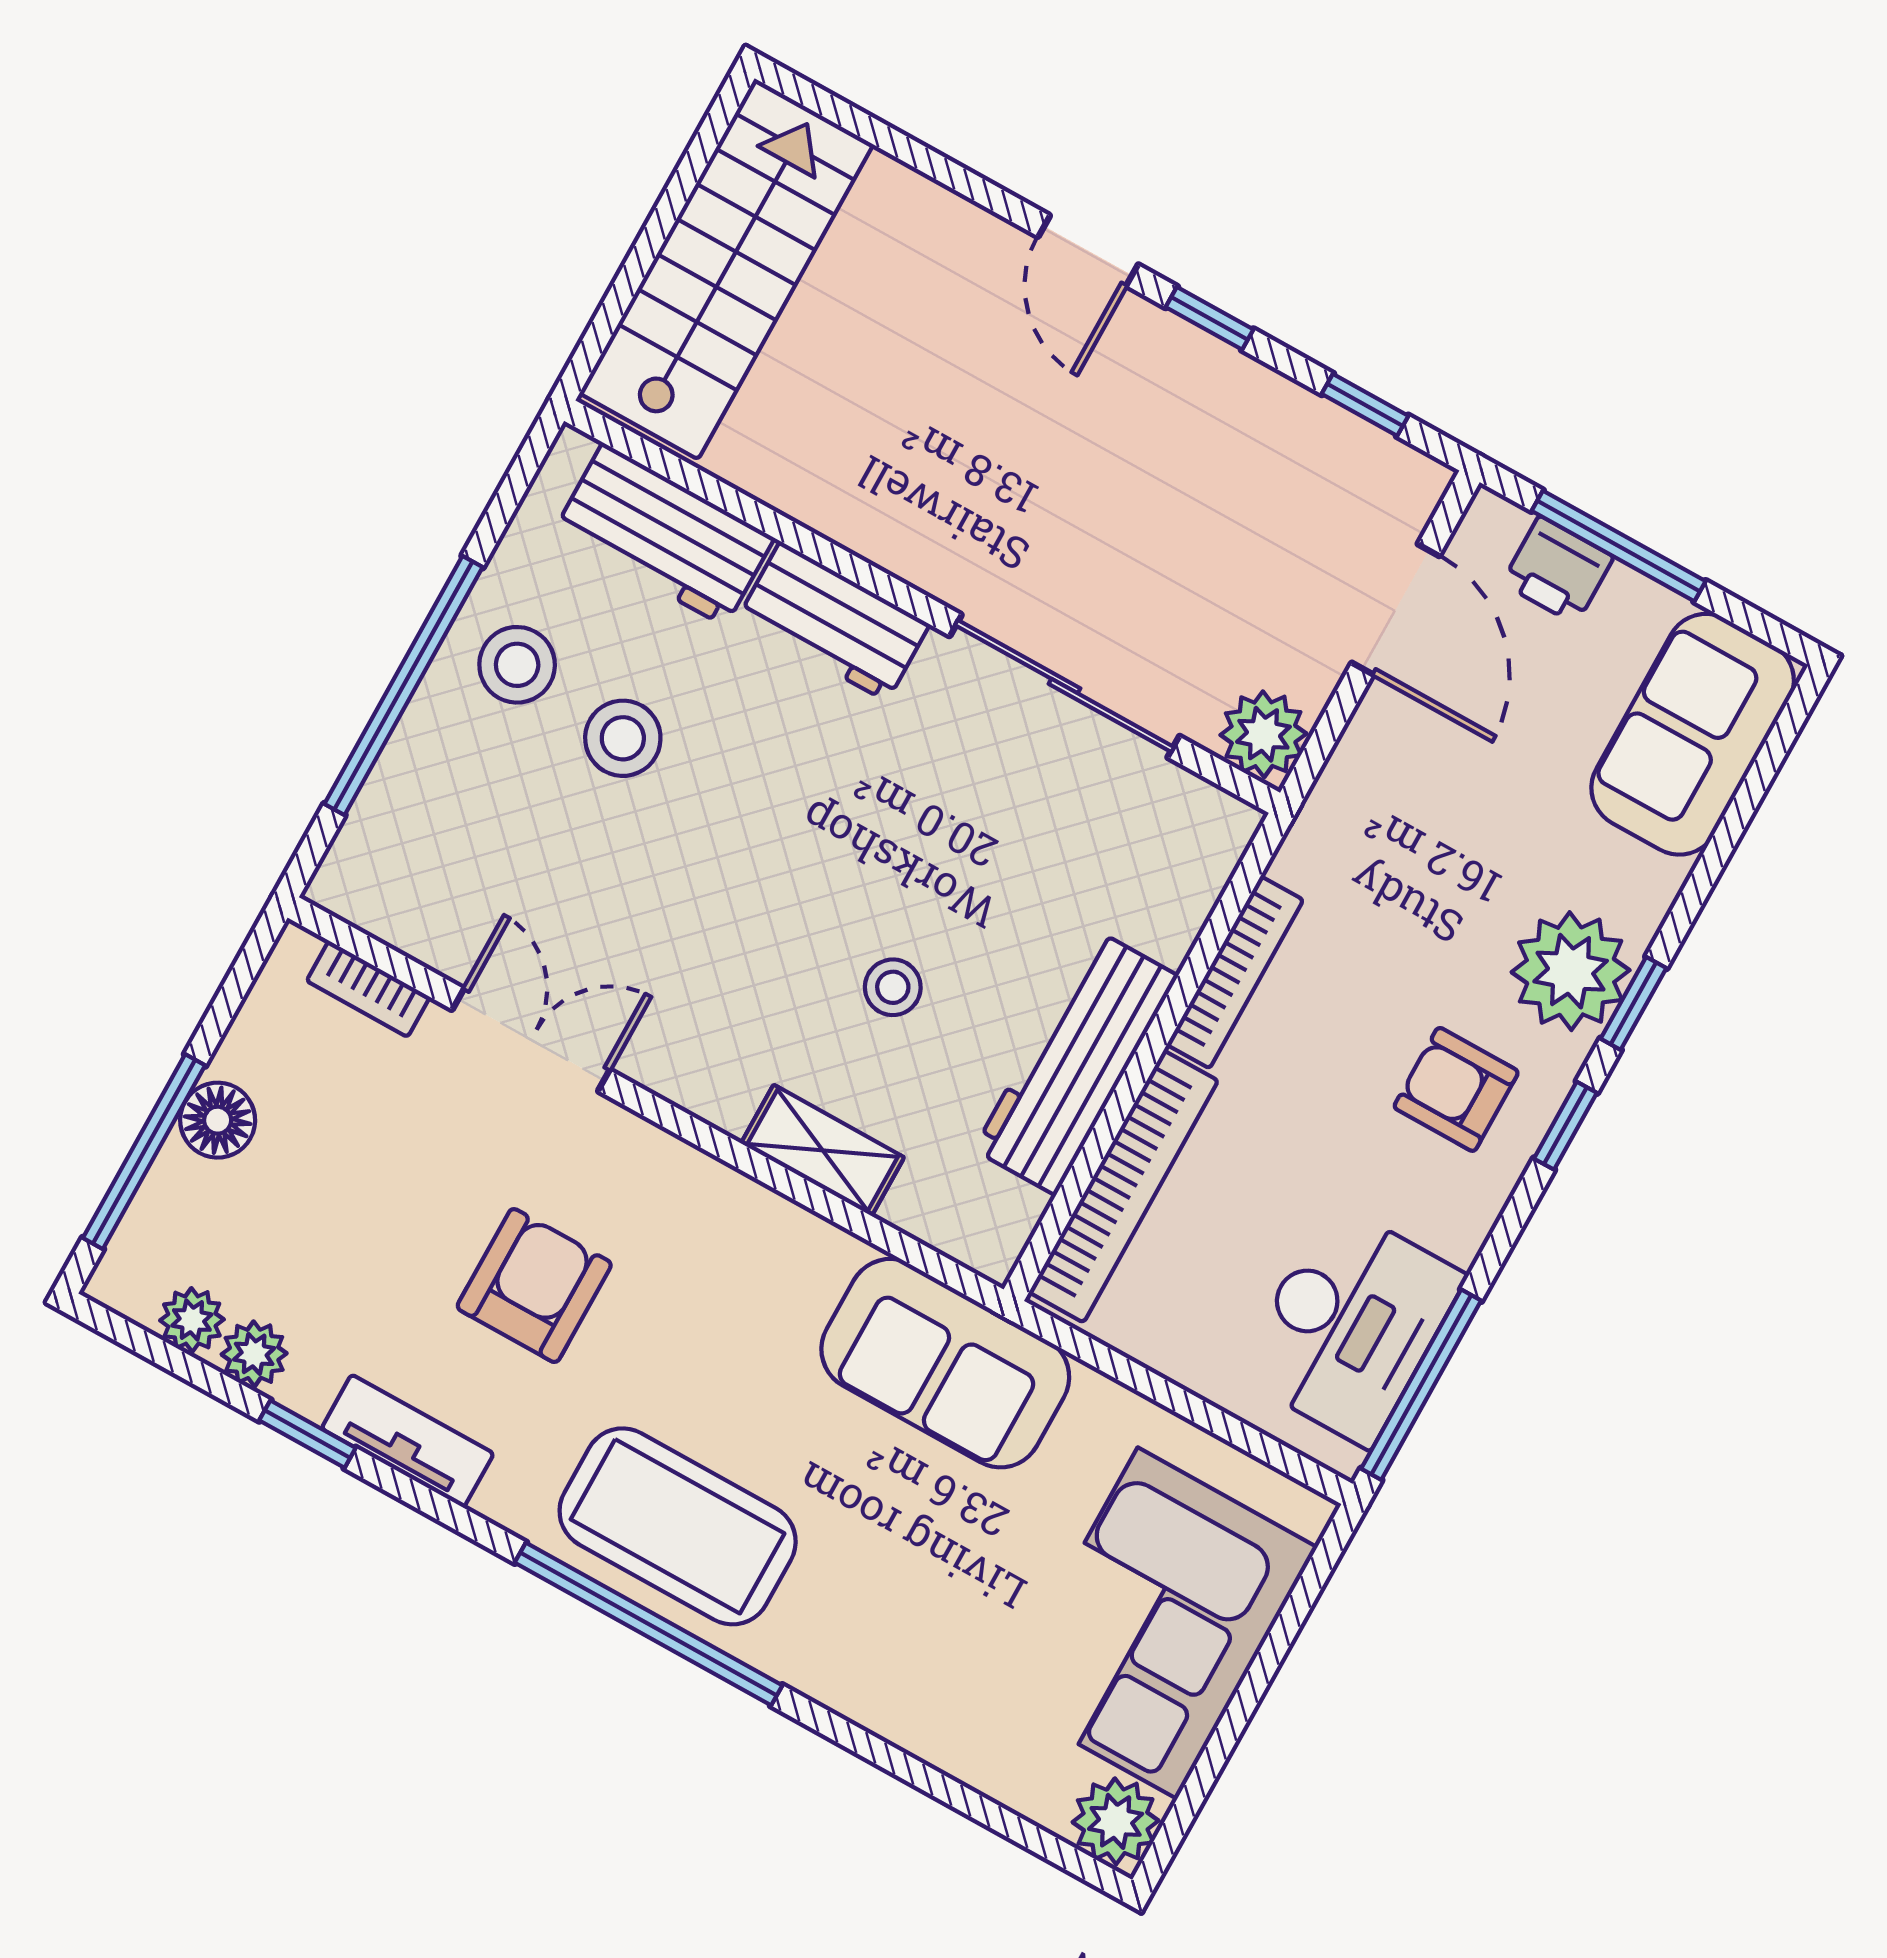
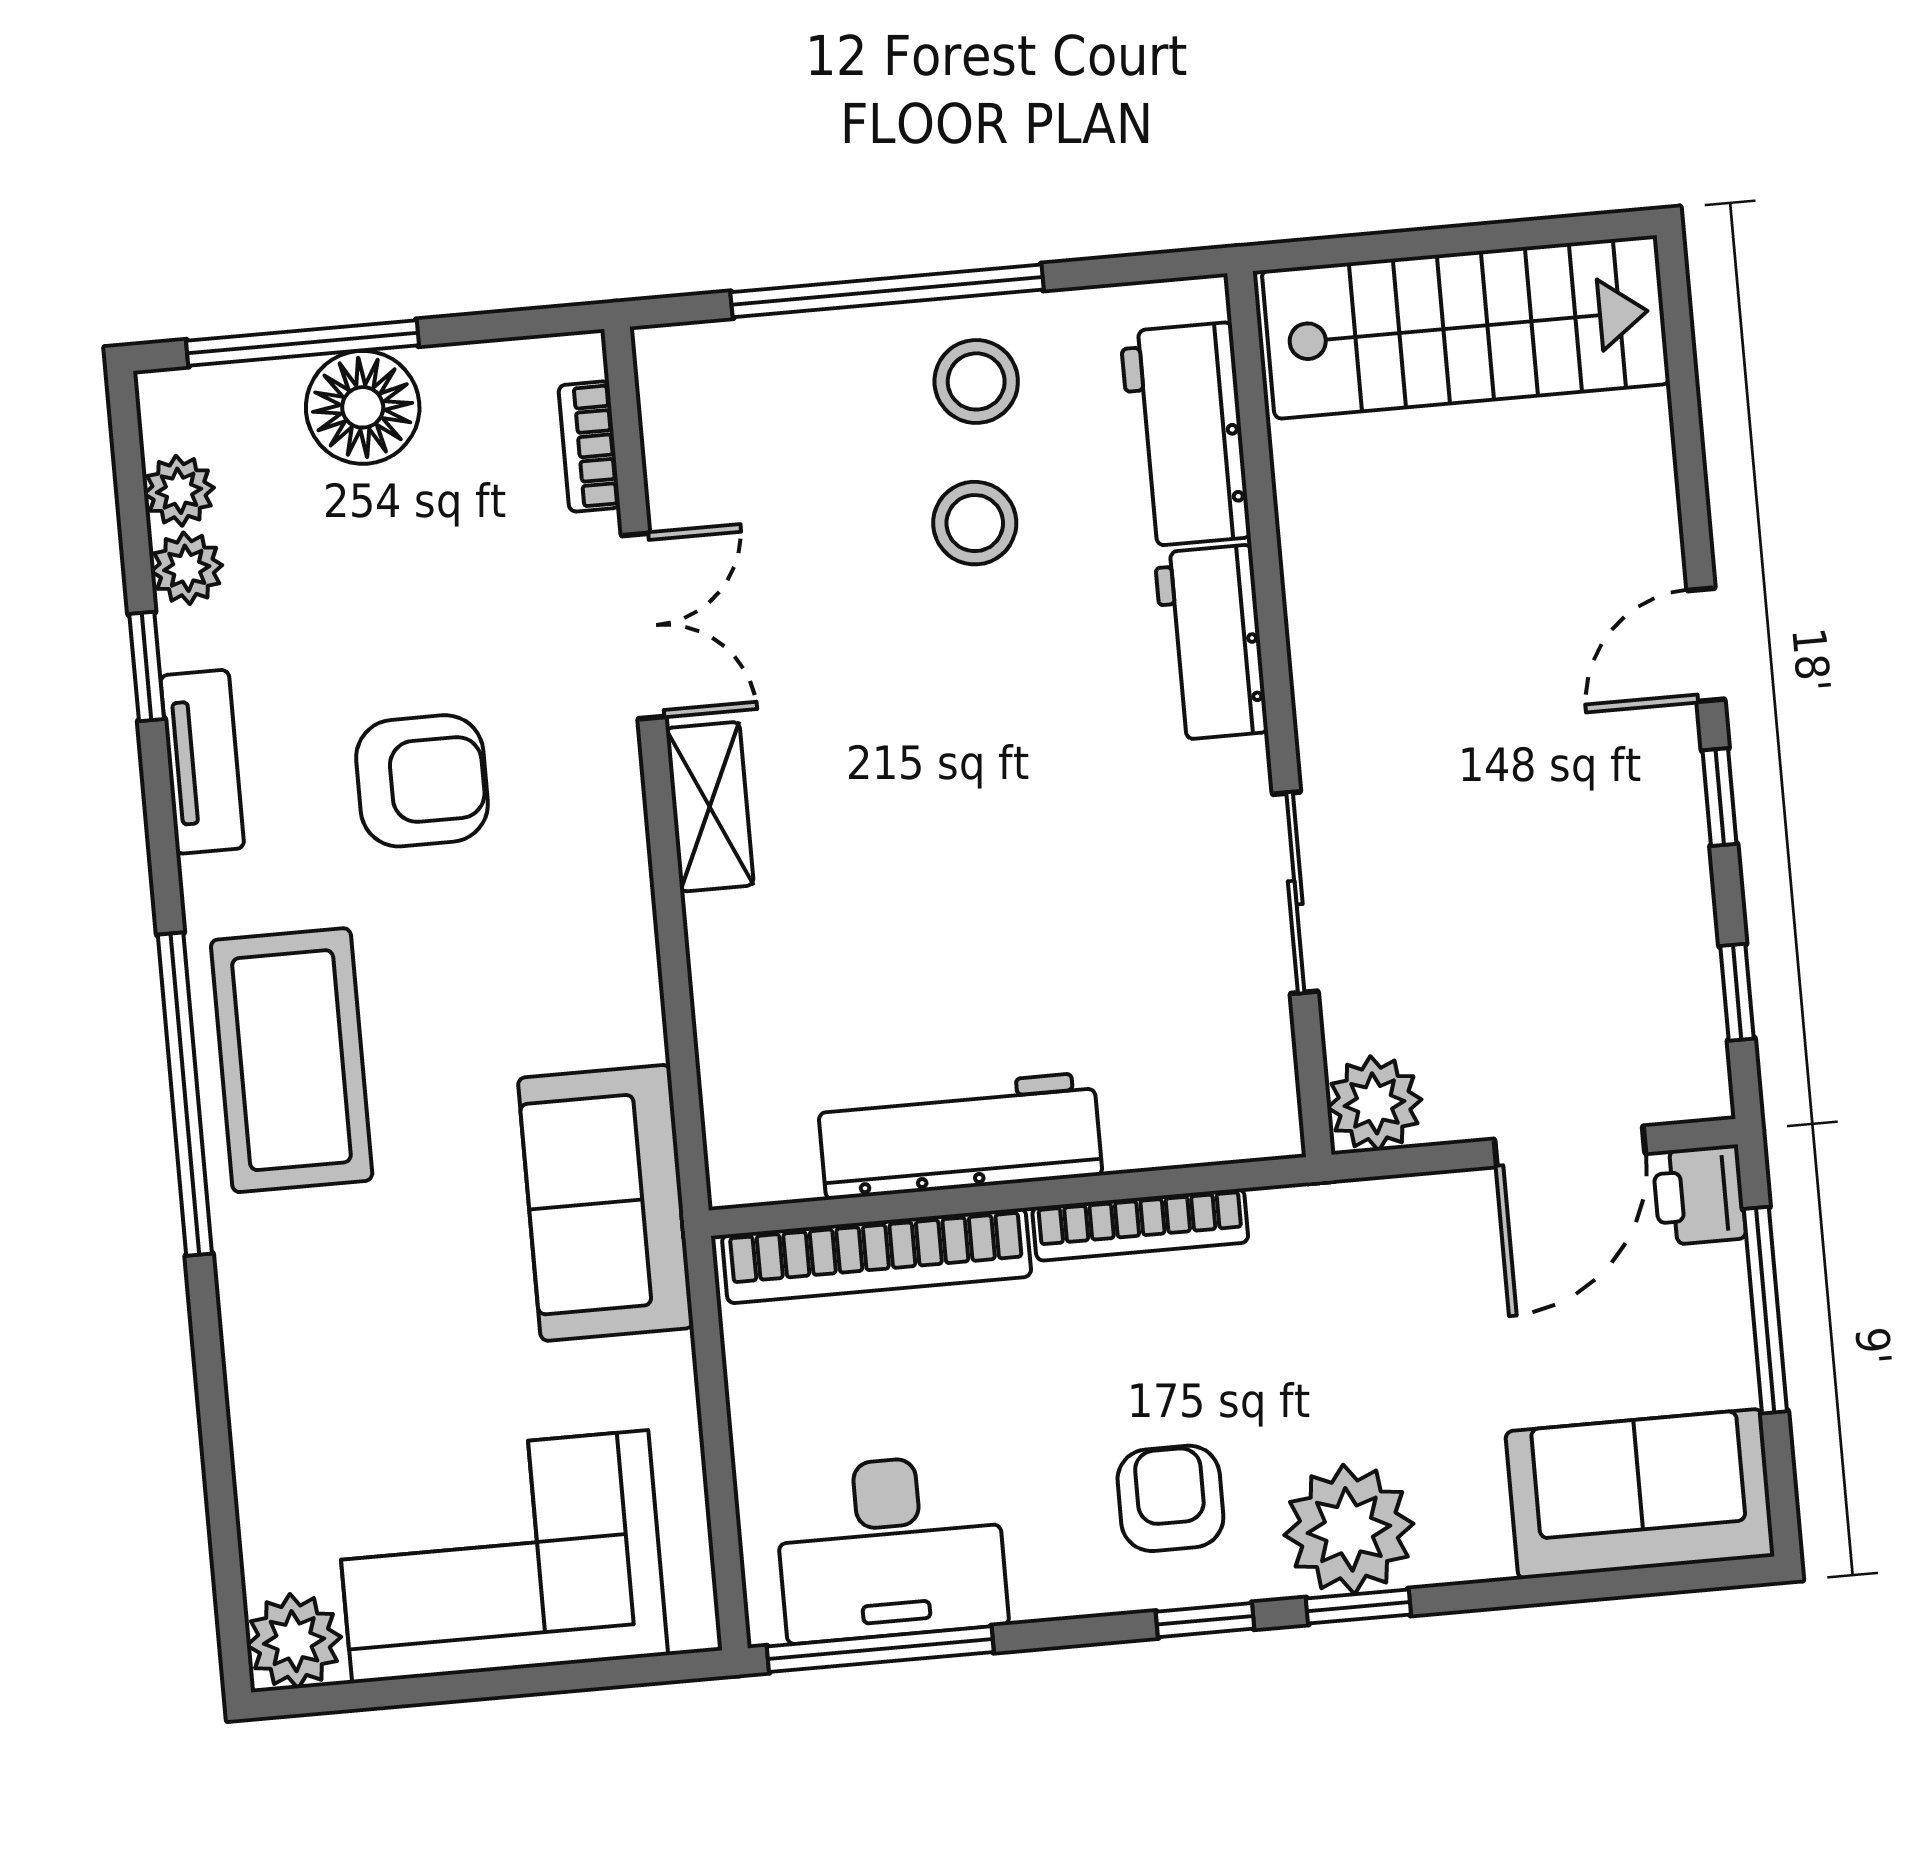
printer: (1558, 570) -> (1699, 1195), moved
sliding door: (1065, 686) -> (1295, 893), width x0.73
stool: (893, 987) -> (915, 923), removed
floor lamp: (218, 1120) -> (363, 407), width x1.38, depth x1.38
shelving: (823, 1150) -> (710, 807), moved

